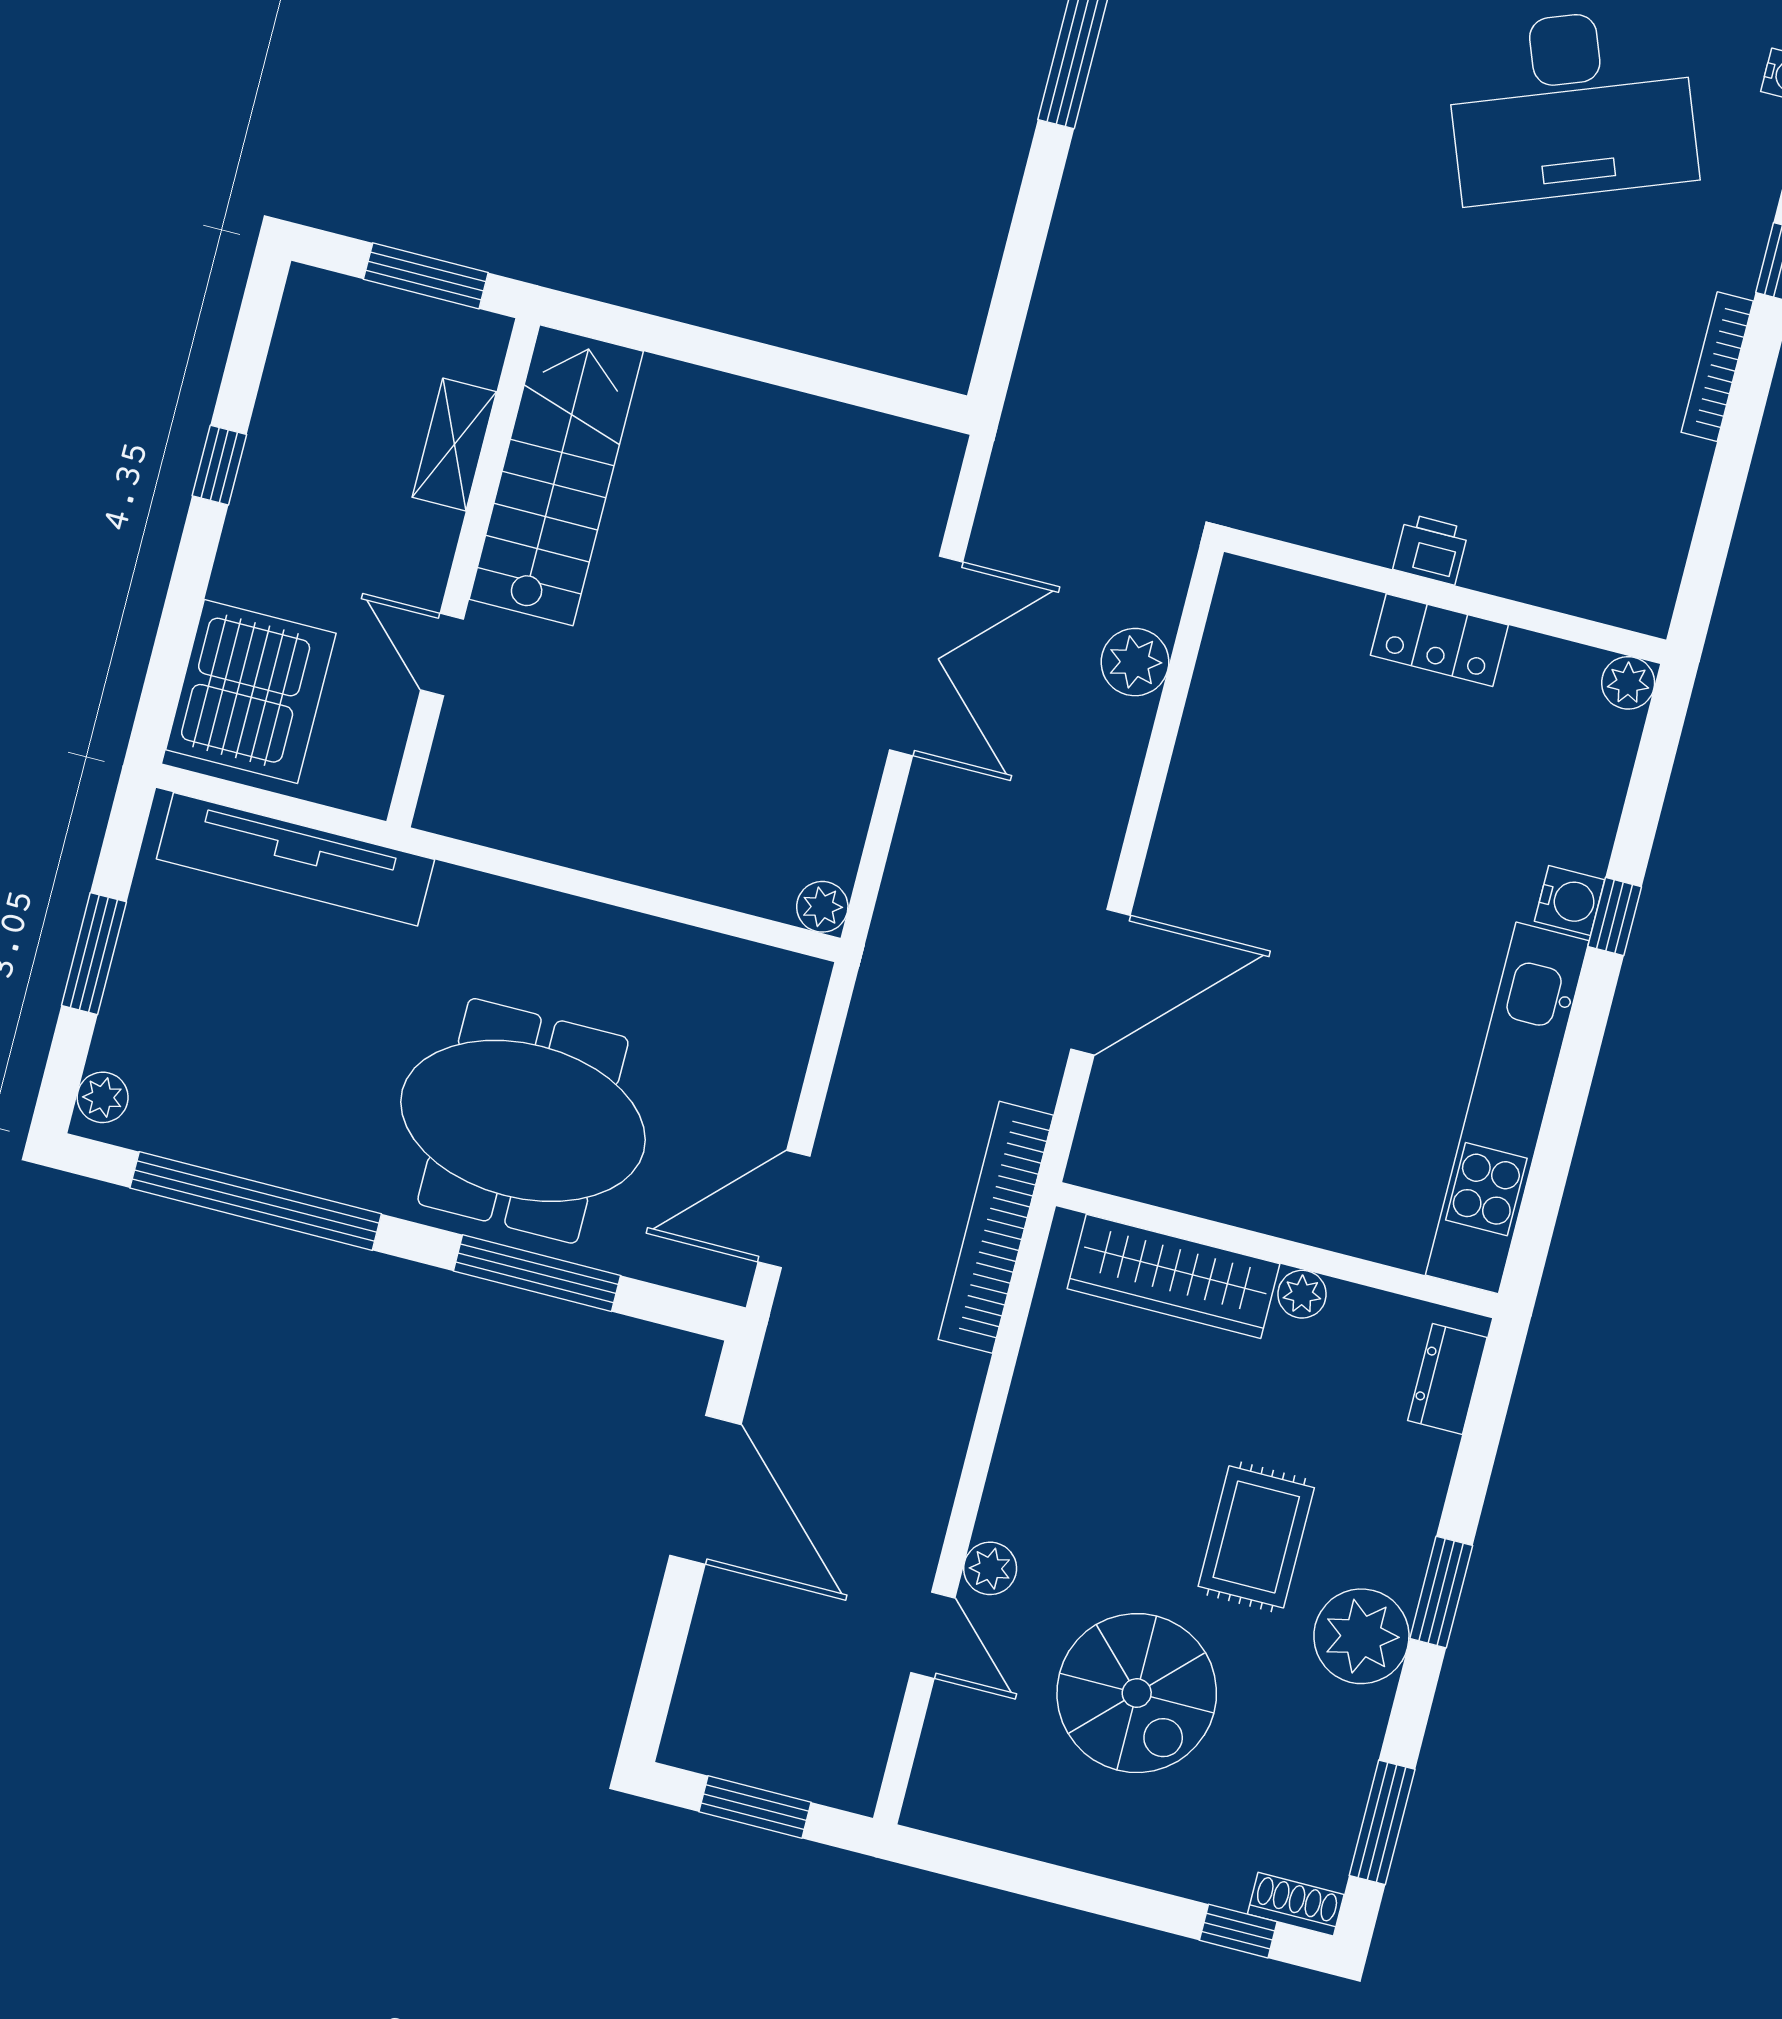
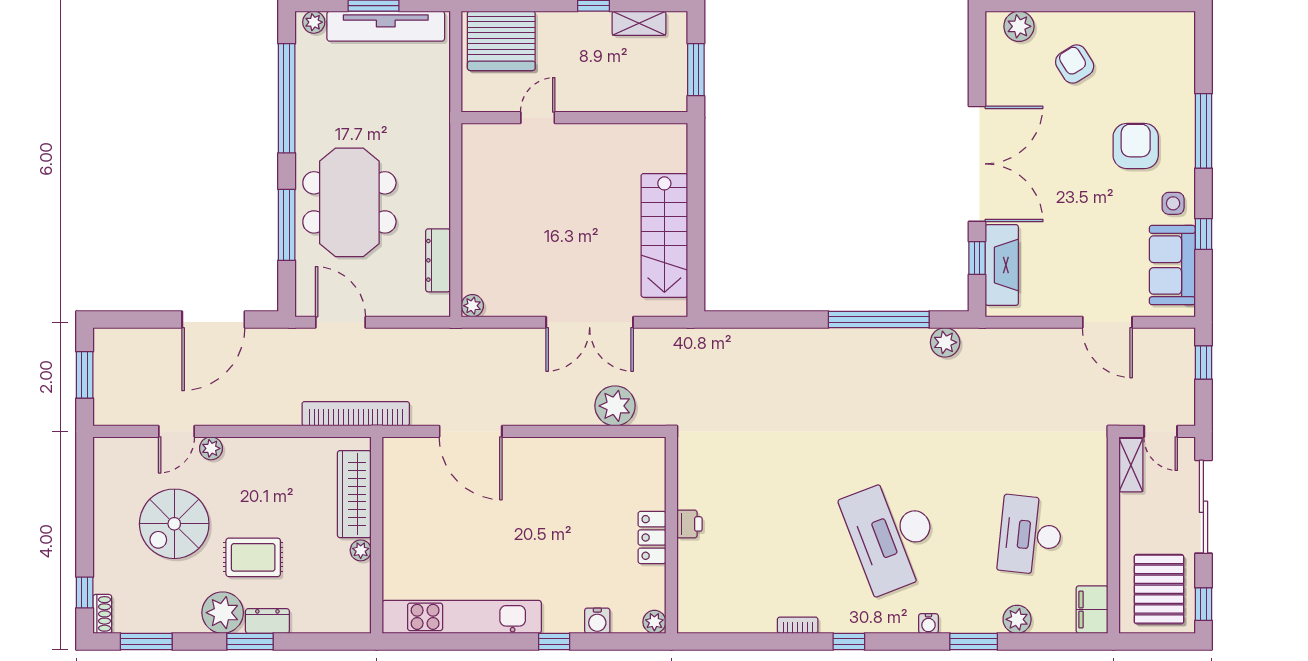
bookcase: (1717, 367) -> (798, 625), width x0.64
shelving: (454, 444) -> (639, 23), moved
stairs: (556, 475) -> (664, 235), moved, turned 90
plant: (1135, 662) -> (615, 406), width x1.36, depth x1.36
tv unit: (296, 859) -> (386, 26), moved, turned -90
water cooler: (1570, 900) -> (597, 621), moved
dresser: (702, 957) -> (438, 260), added
dresser: (1447, 1379) -> (267, 621), moved

